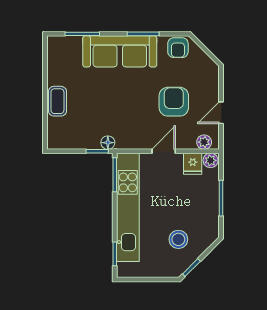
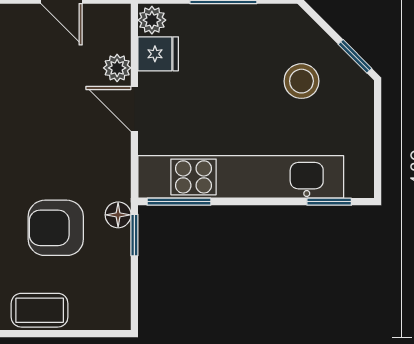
armchair: (174, 102) -> (56, 228), moved
plant: (204, 142) -> (117, 68), moved

